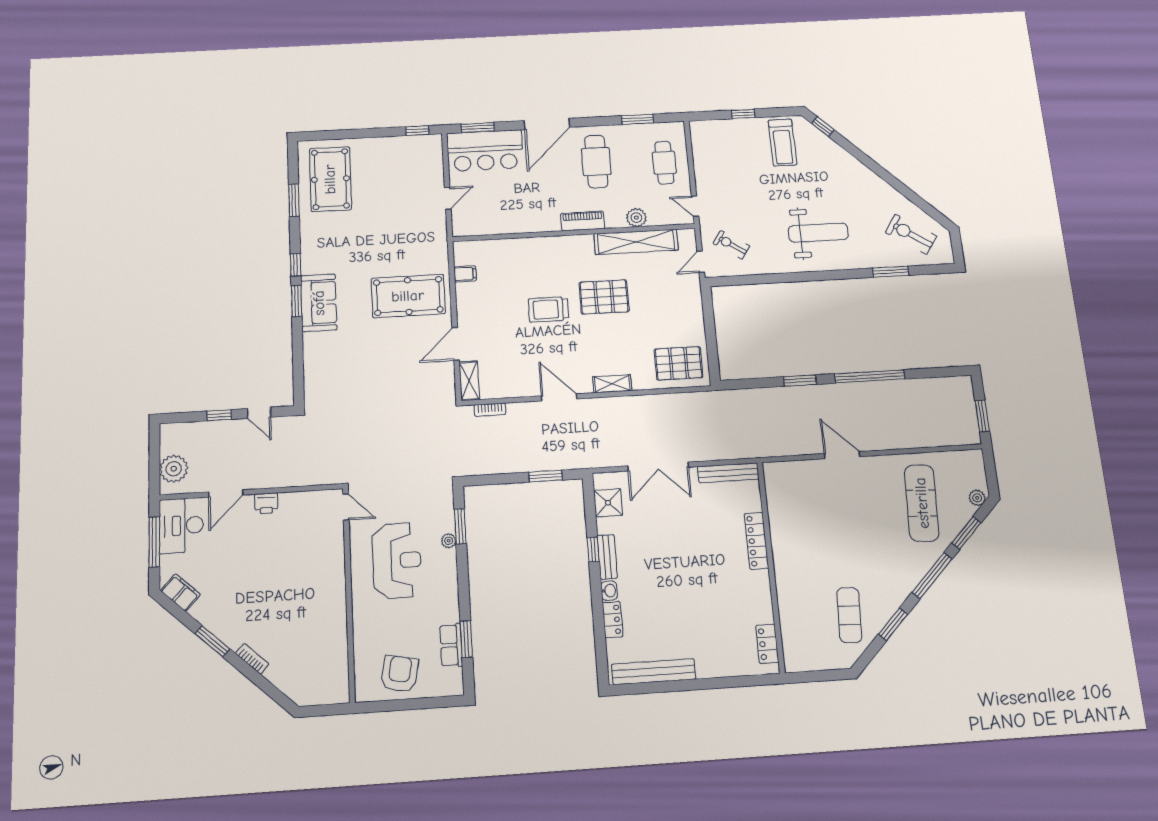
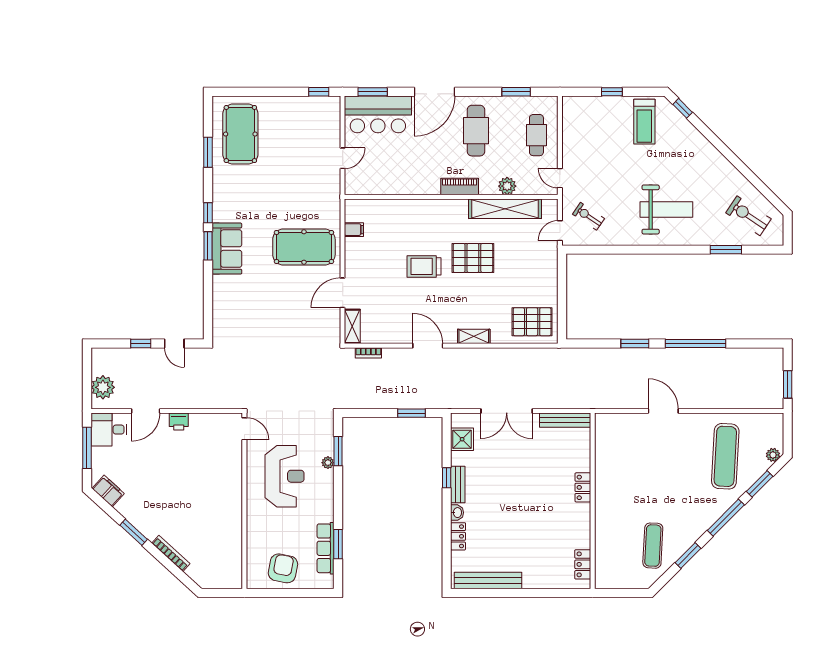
desk: (181, 526) -> (109, 430), width x0.73
locker: (756, 541) -> (583, 487), width x0.66
row of seats: (451, 645) -> (326, 548), width x1.48
bookcase: (252, 659) -> (171, 553), width x1.56

